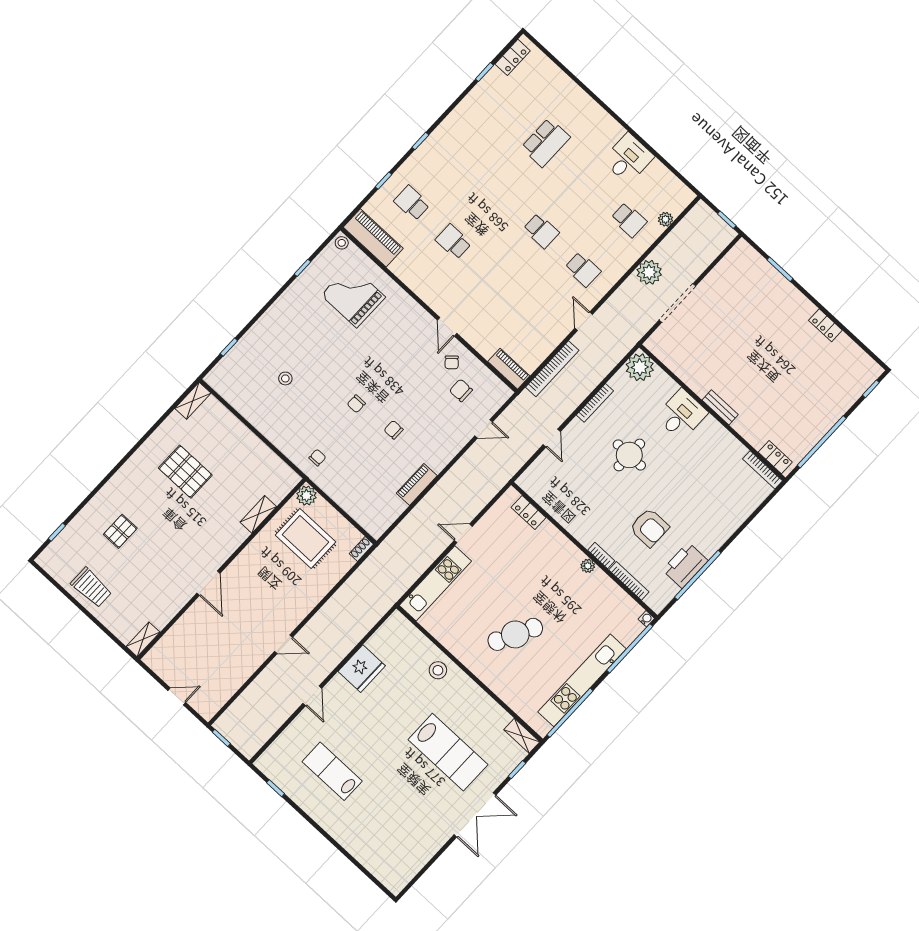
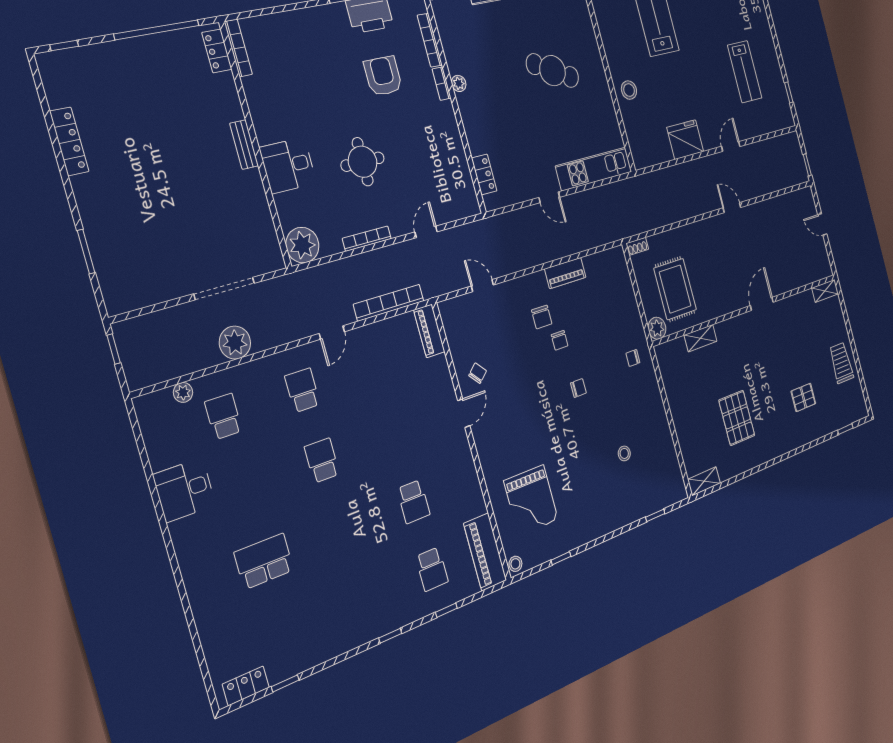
locker: (825, 325) -> (69, 141), width x1.53
chair: (461, 390) -> (542, 317), moved

